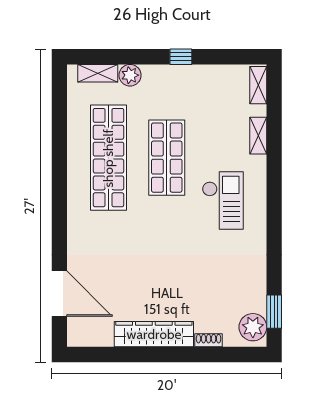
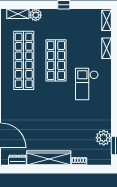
checkout: (223, 200) -> (87, 84), turned 180
plant: (253, 327) -> (104, 138), moved
dresser: (97, 338) -> (17, 160), added

